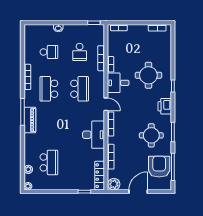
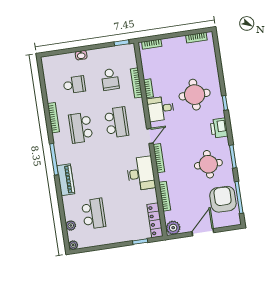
door: (106, 104) -> (150, 136), hinge flipped
piano: (30, 120) -> (66, 180), moved

